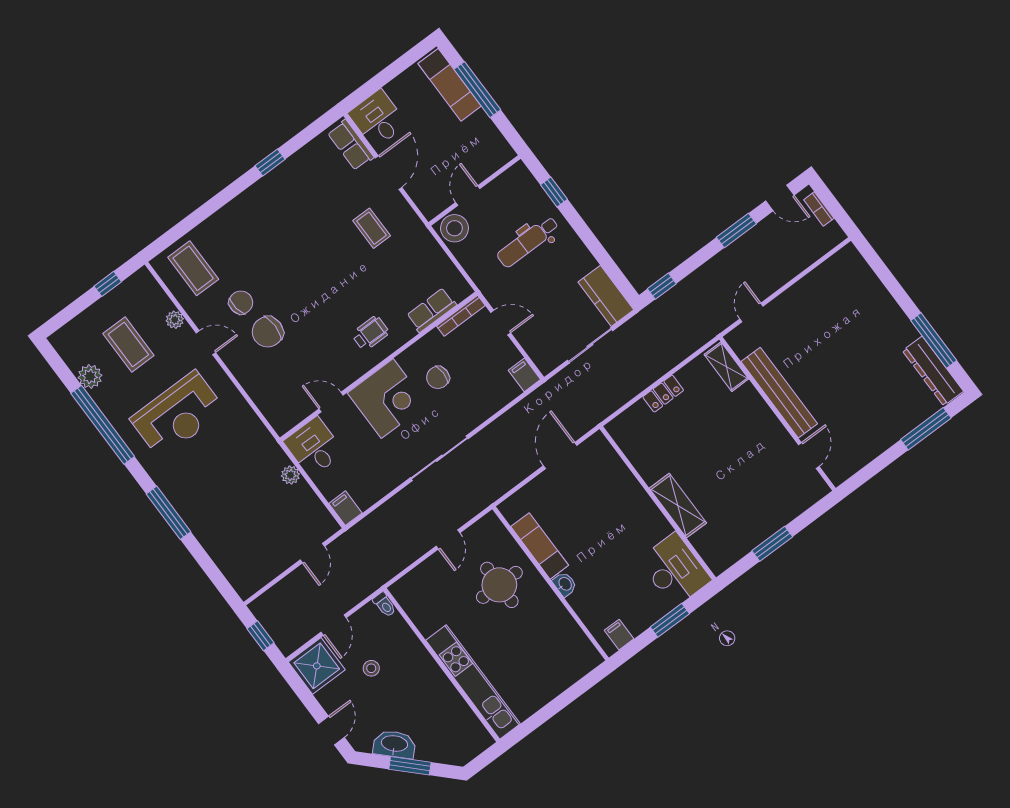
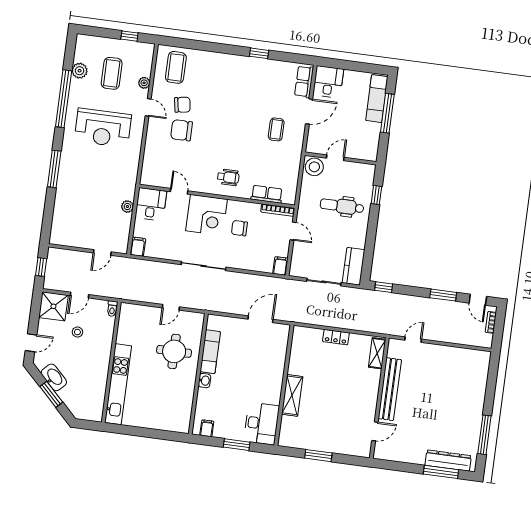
dresser: (933, 371) -> (448, 461), moved, turned 90

